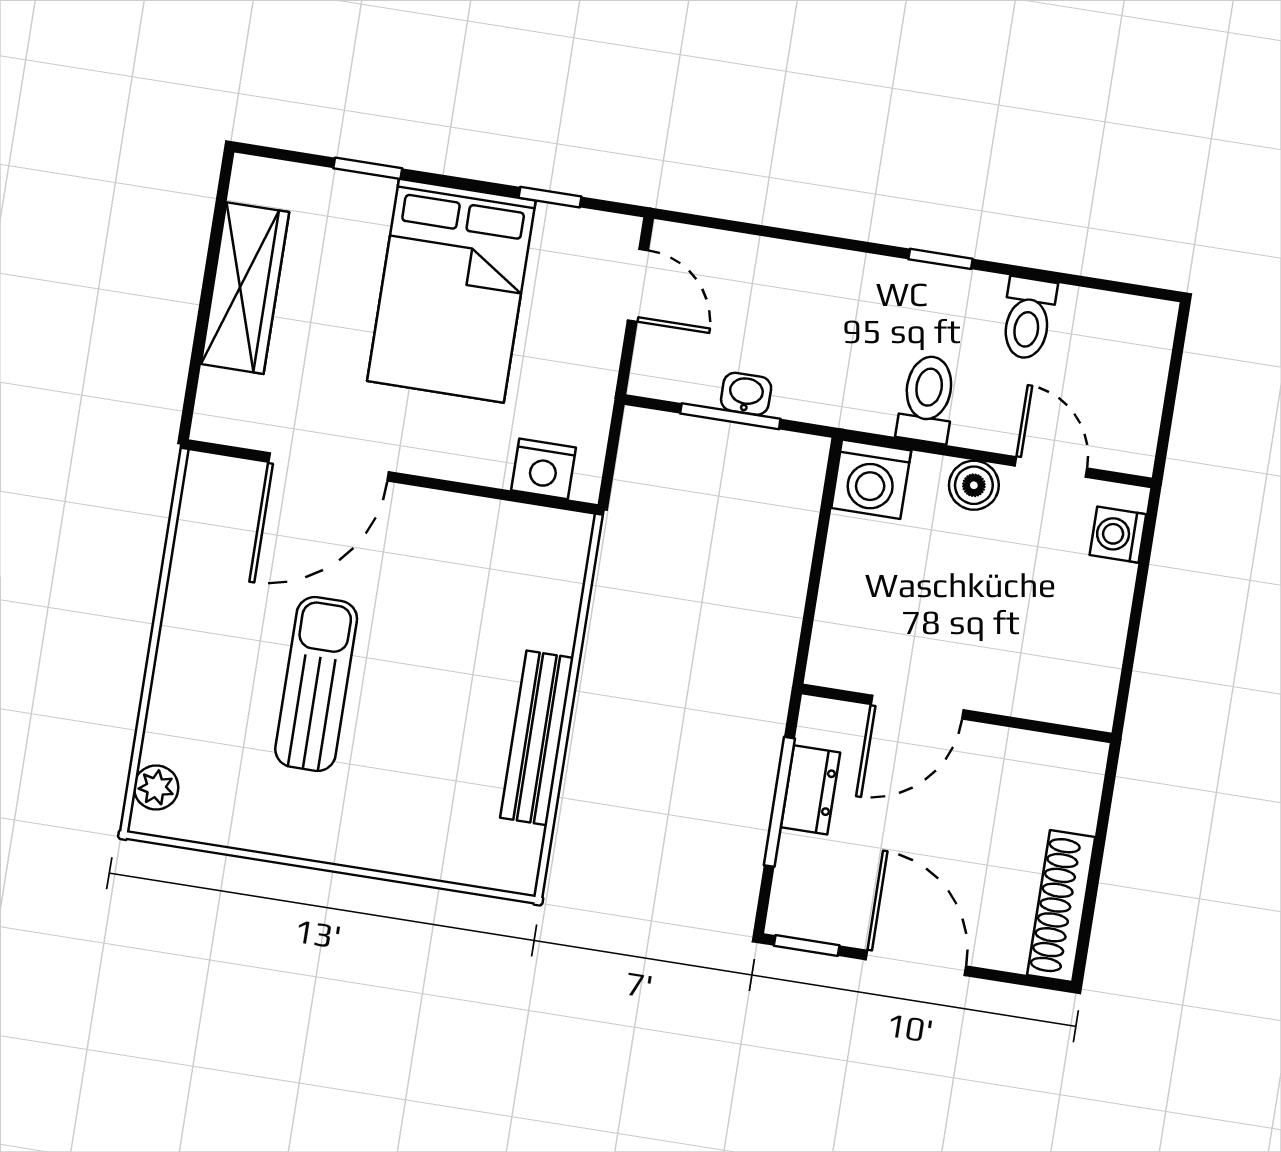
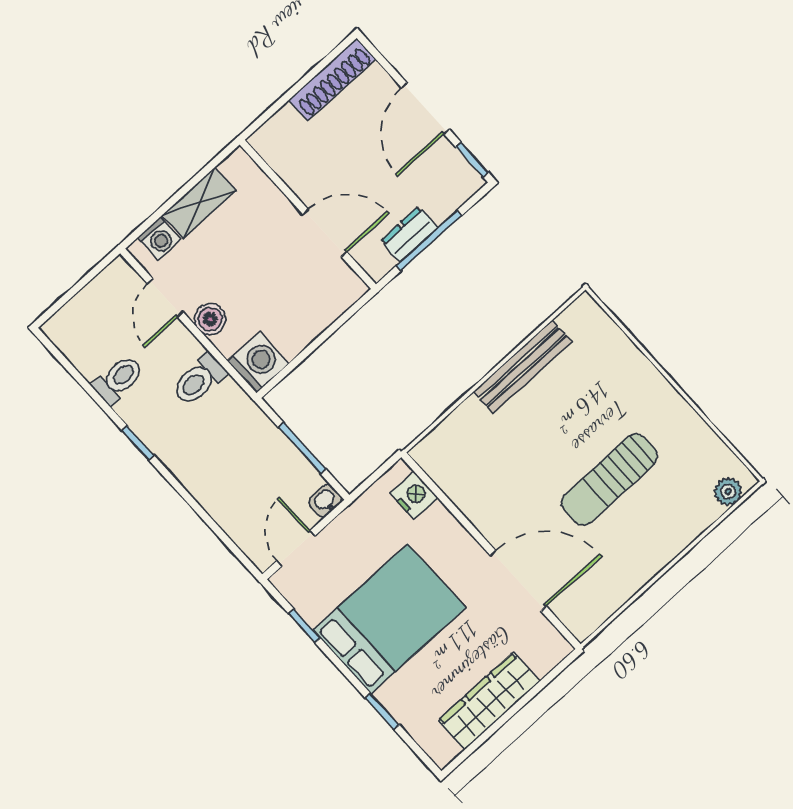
washbasin: (746, 394) -> (325, 501), moved, turned 90
shelving: (1104, 619) -> (199, 203), added

